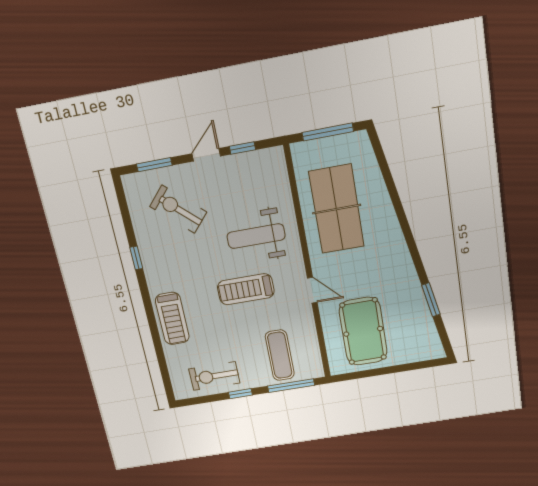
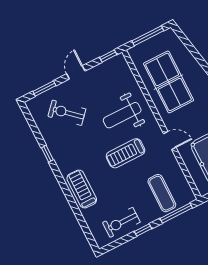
window: (242, 148) -> (108, 56), moved
treadmill: (172, 319) -> (82, 189), turned 180

